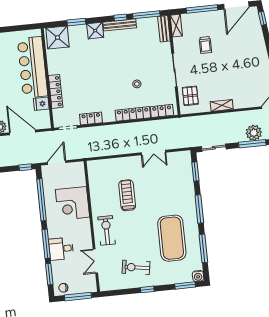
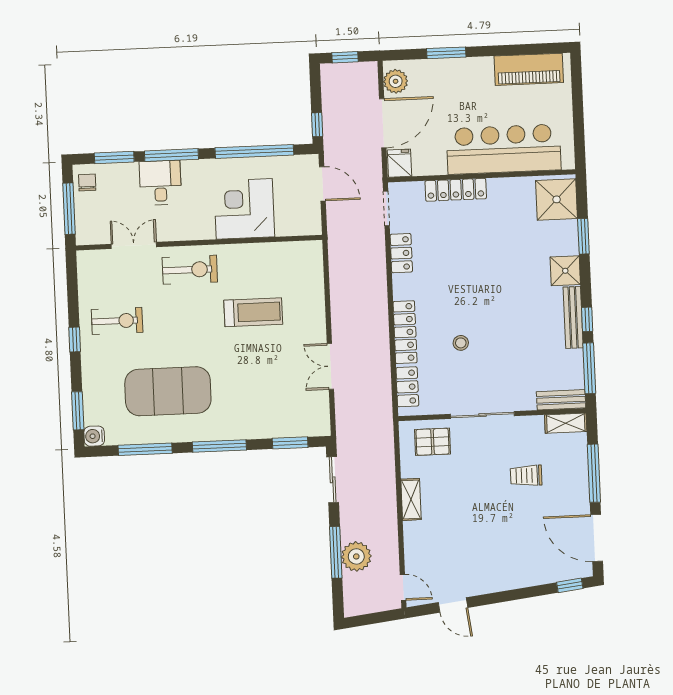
fridge: (41, 104) -> (400, 163), moved
exercise bike: (136, 267) -> (117, 321), turned 81

